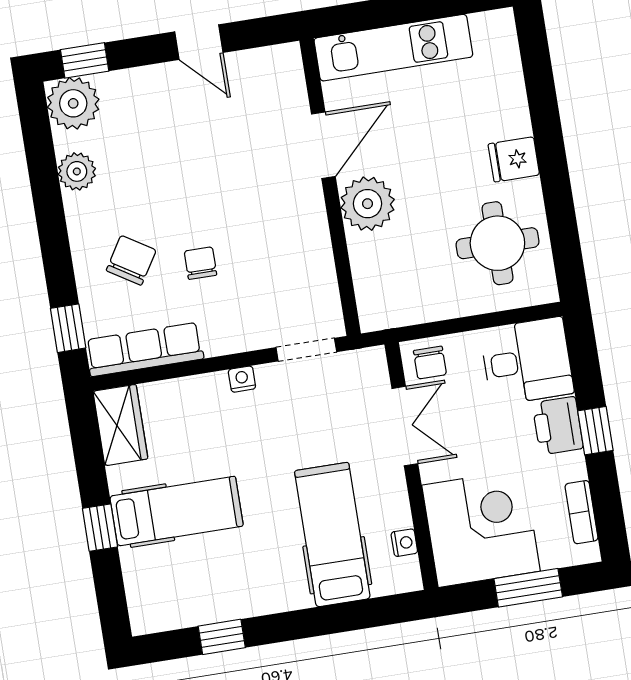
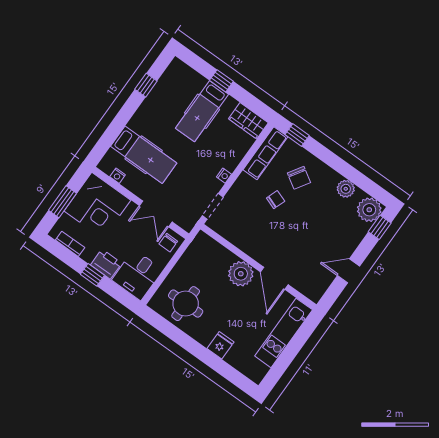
fridge: (514, 159) -> (220, 345), moved
chair: (200, 263) -> (276, 200), turned -70
chair: (430, 363) -> (168, 243), turned -90

